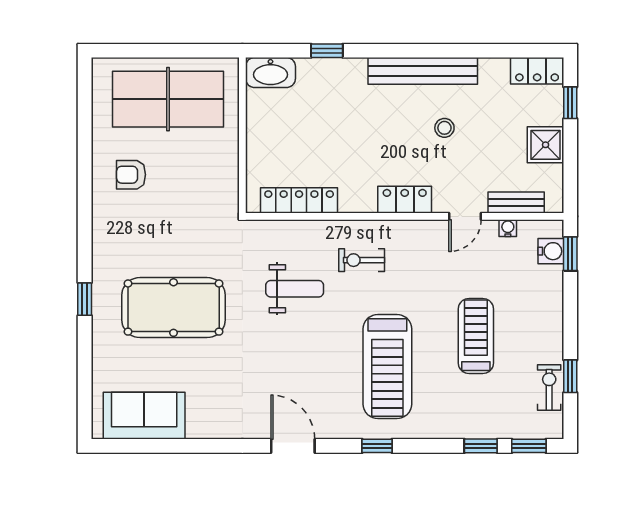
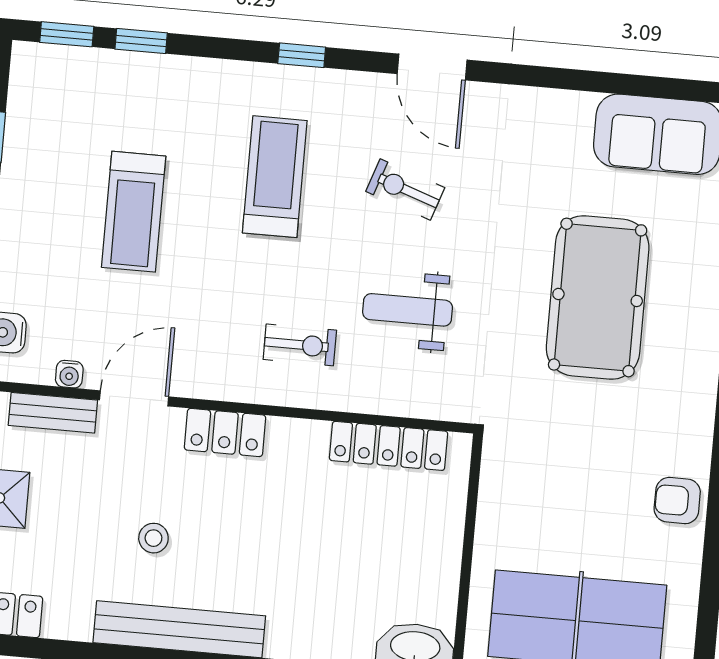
armchair: (131, 175) -> (677, 501), moved, turned 180
door: (465, 216) -> (134, 398), width x1.38
pool table: (174, 308) -> (598, 297), turned 90
treadmill: (387, 366) -> (275, 177), width x0.73, depth x0.73
exercise bike: (549, 388) -> (405, 189), moved, turned 109

